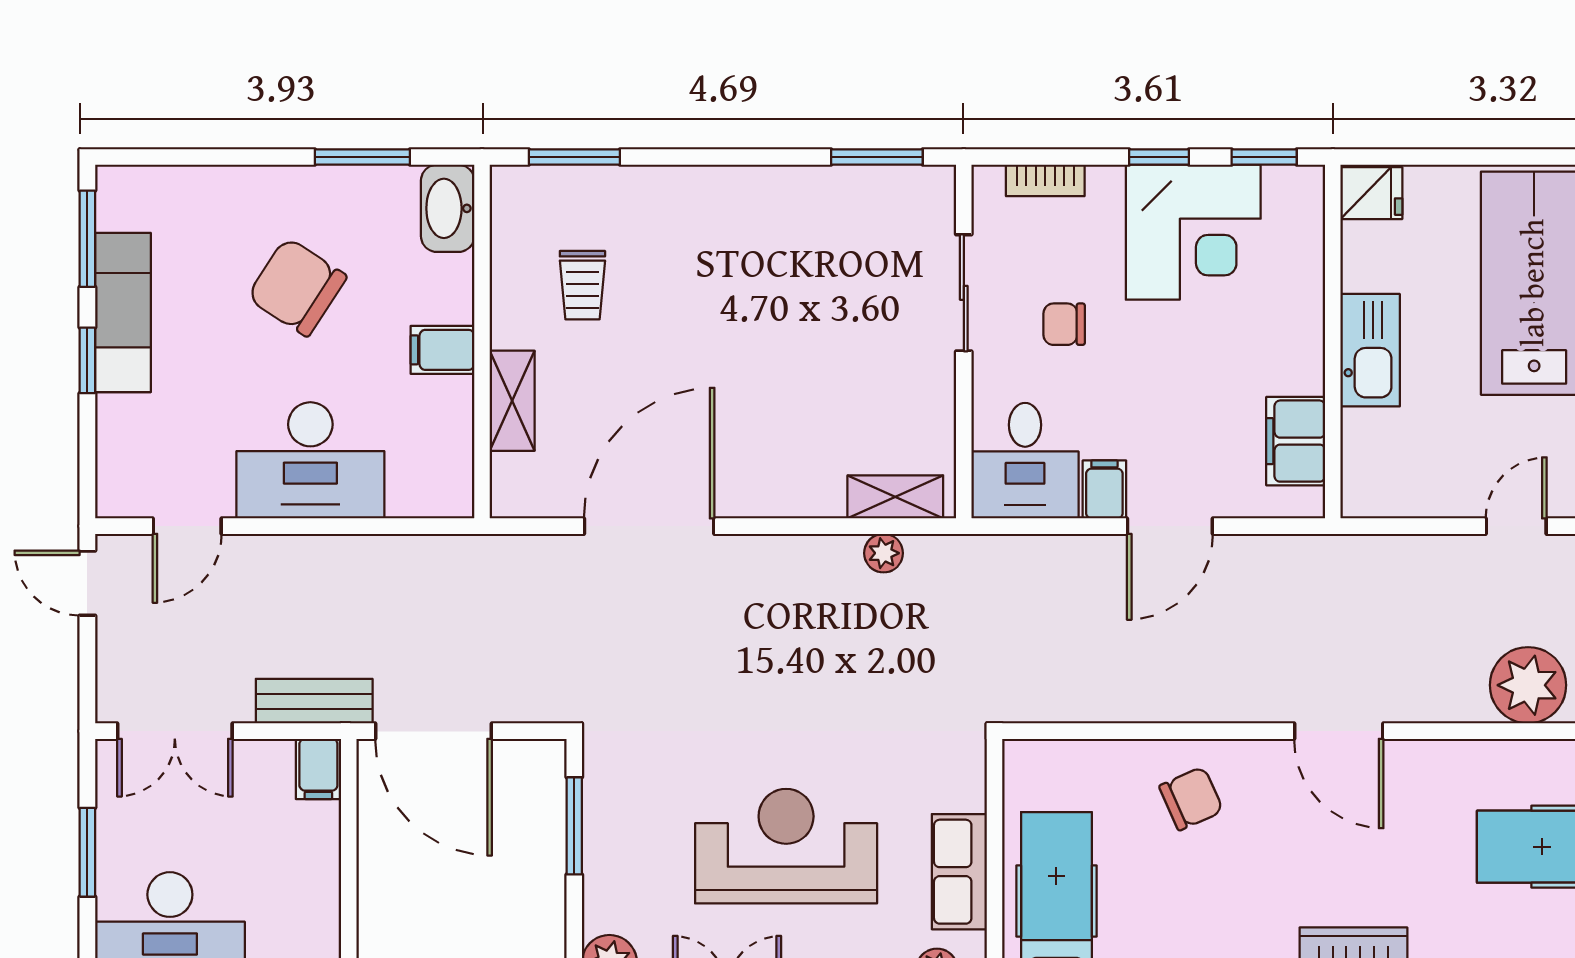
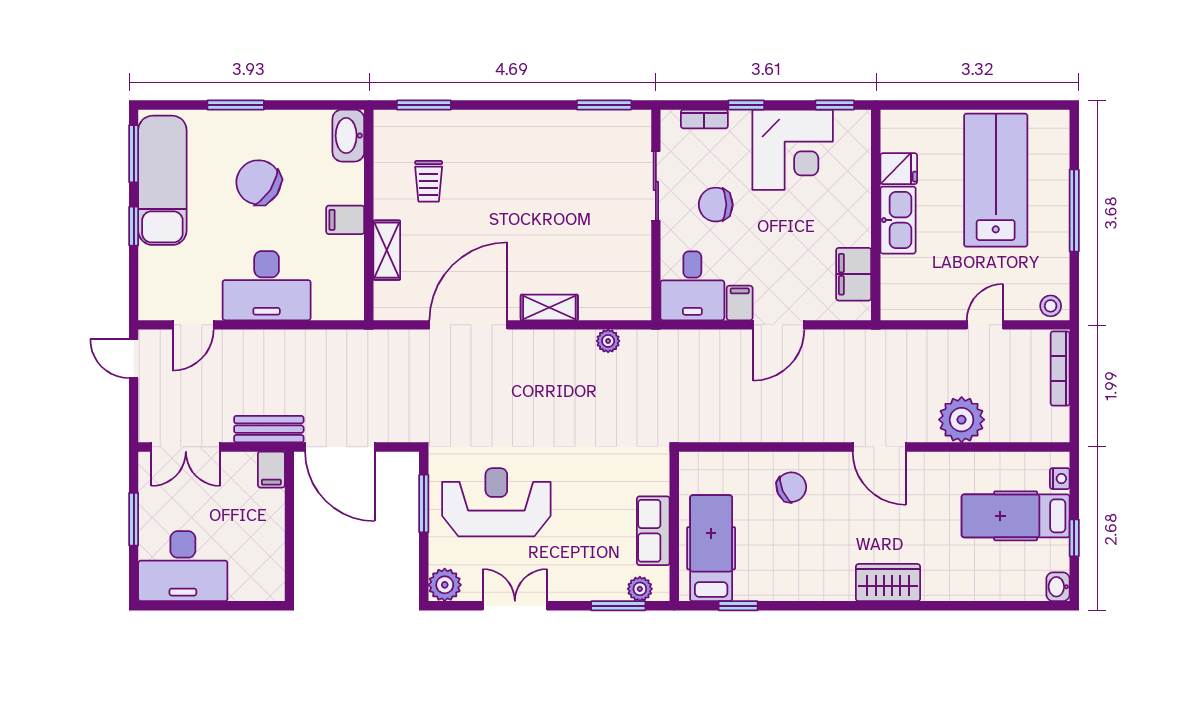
window: (362, 157) -> (236, 105), moved
window: (1159, 157) -> (746, 105), moved
fridge: (1371, 193) -> (899, 169), moved
exam couch: (123, 312) -> (162, 180), width x1.36, depth x1.45
chair: (1064, 324) -> (716, 205), width x1.37, depth x1.37
shelving: (895, 497) -> (549, 307), moved
plant: (1528, 685) -> (962, 420), moved
reception desk: (786, 846) -> (496, 502), moved

